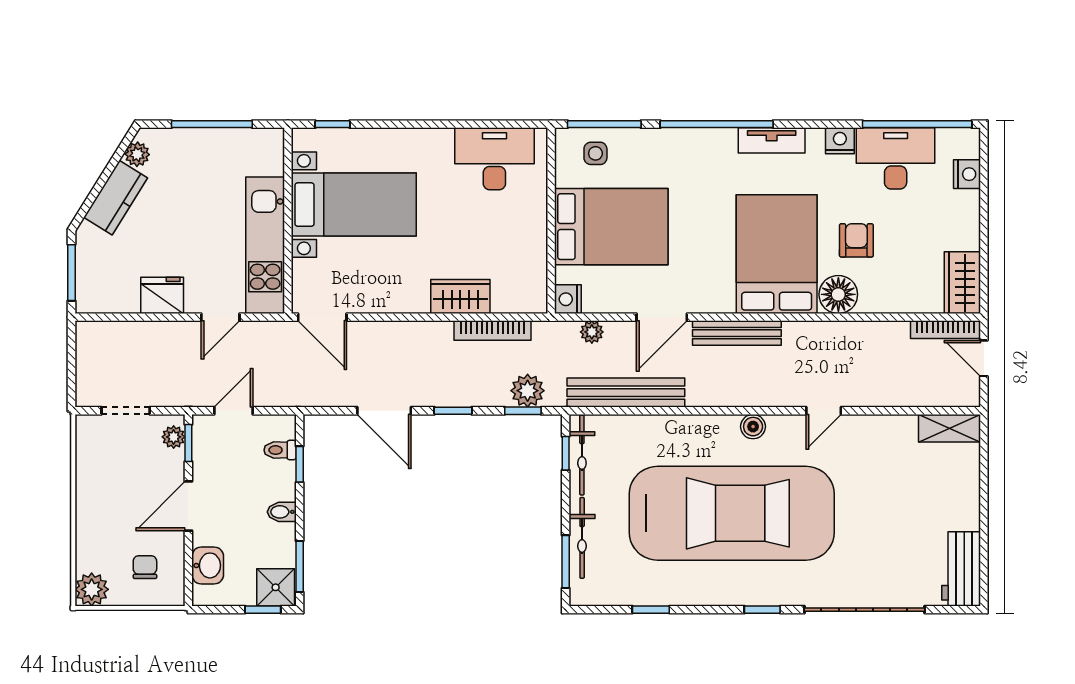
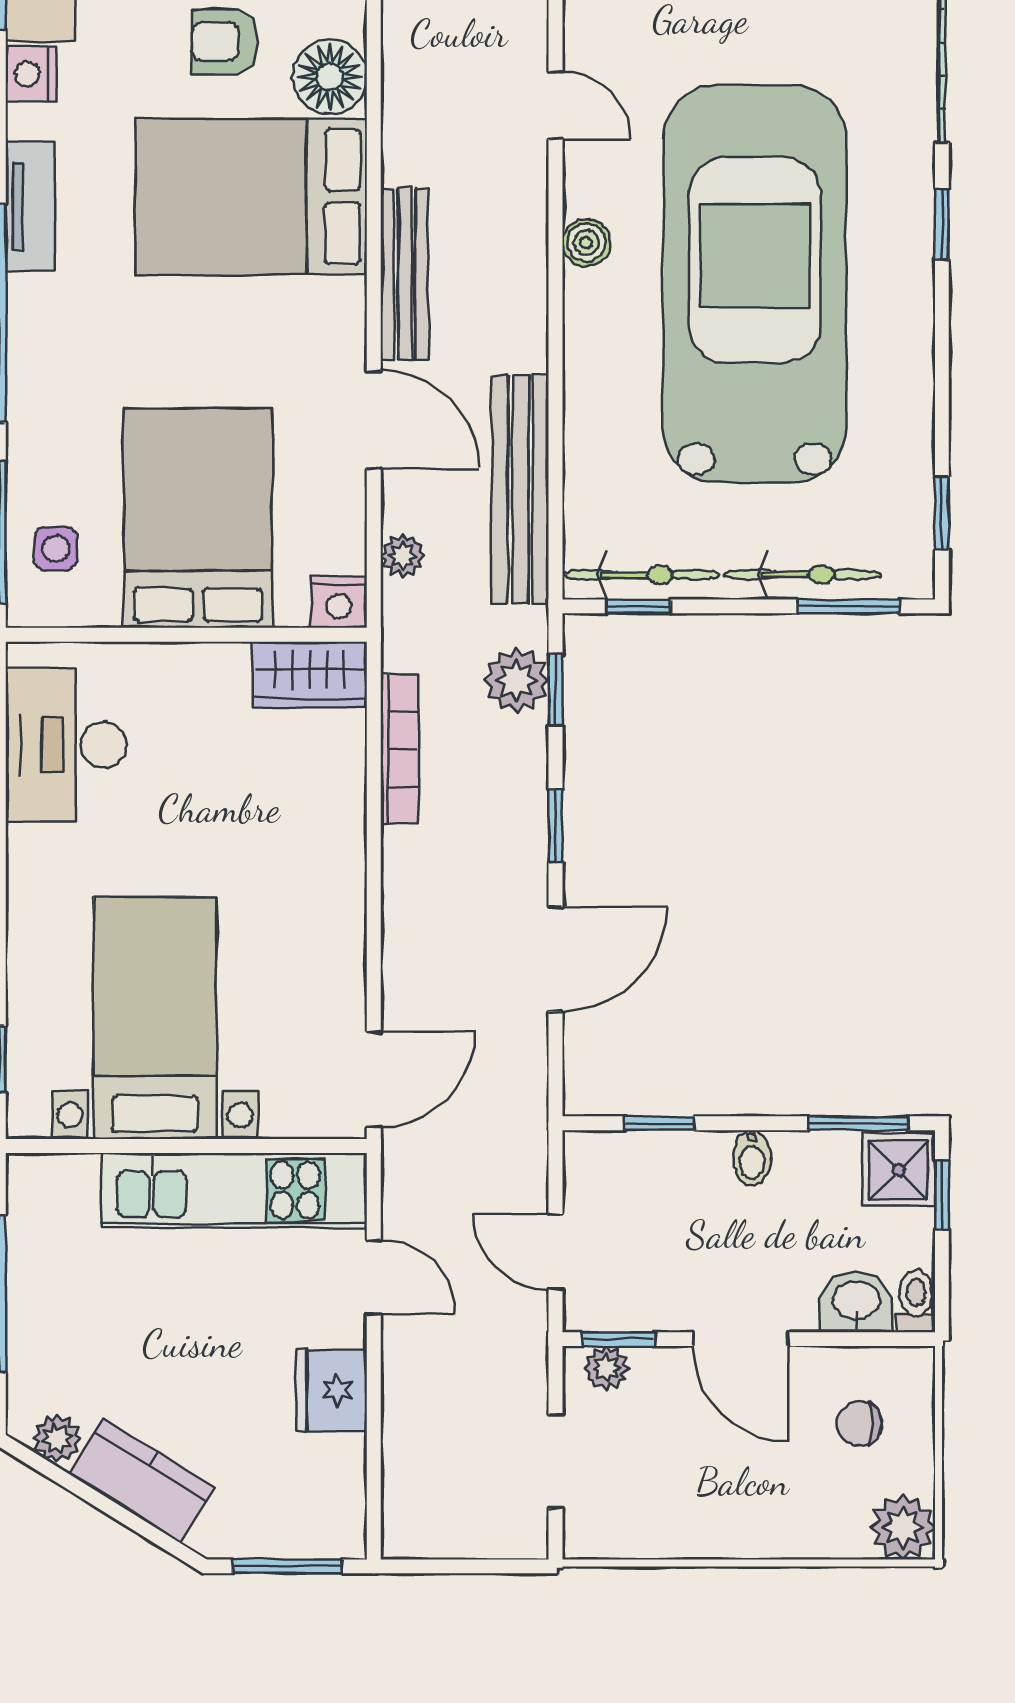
wardrobe: (460, 297) -> (310, 675), moved, turned -90
toilet: (280, 450) -> (916, 1301), moved, turned 180
window: (651, 610) -> (942, 513), moved

